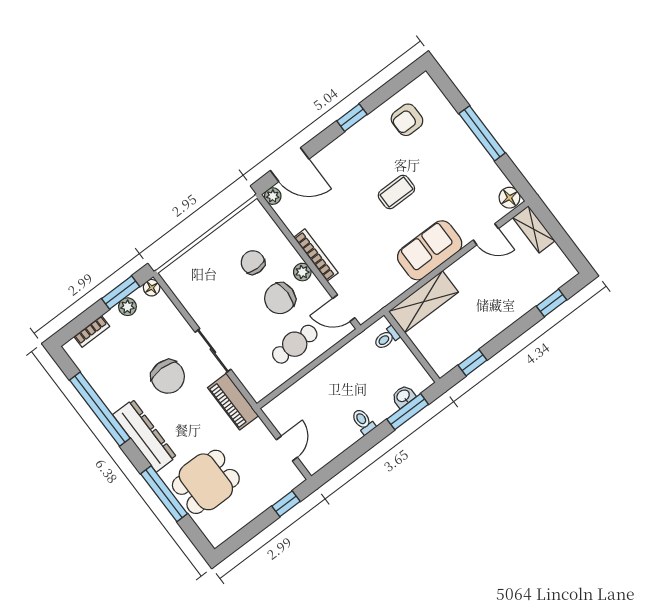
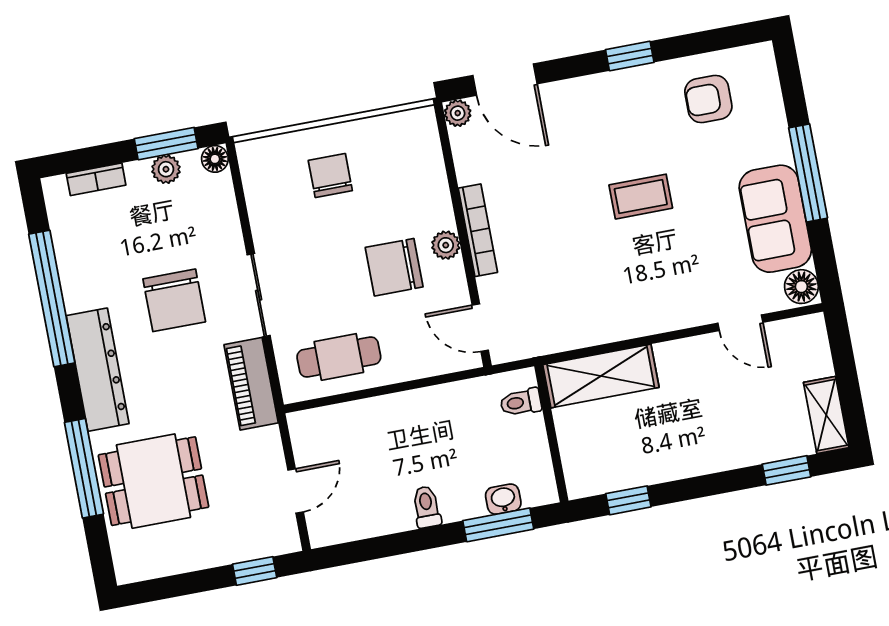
shelving: (534, 229) -> (826, 415), moved
sofa: (430, 250) -> (775, 219), moved, turned -90
chair: (253, 262) -> (330, 175), moved
cafe table: (295, 344) -> (339, 357), moved

